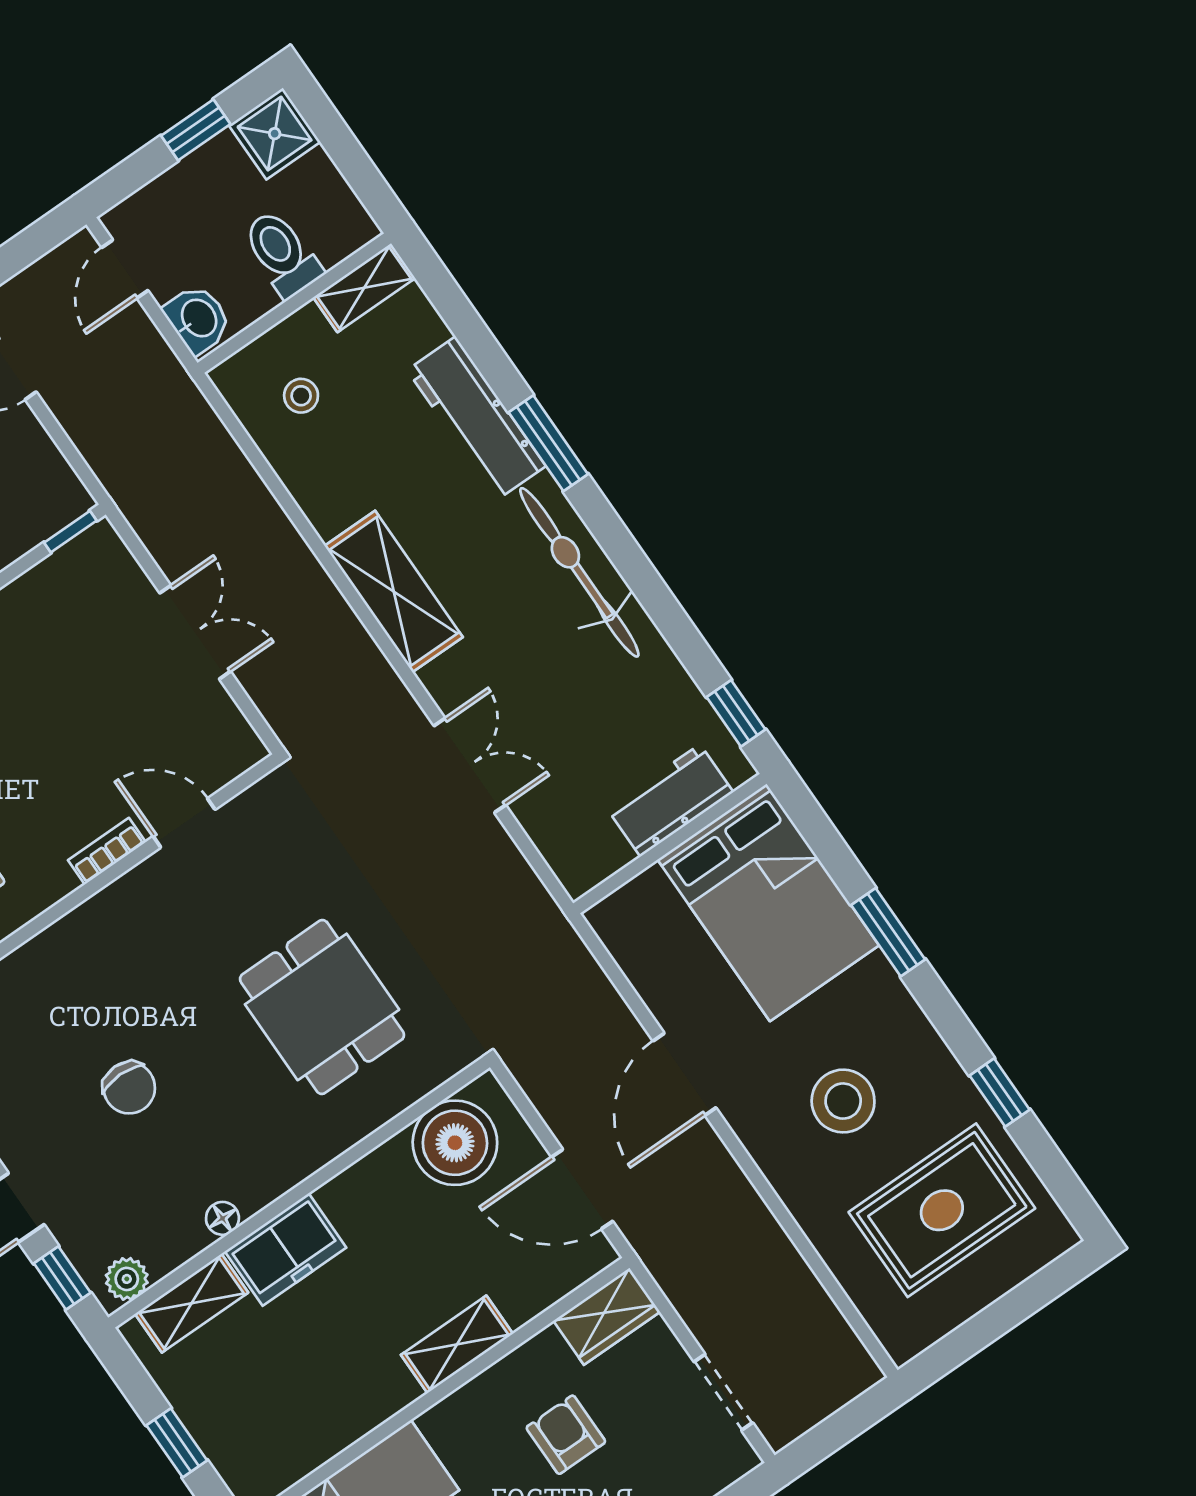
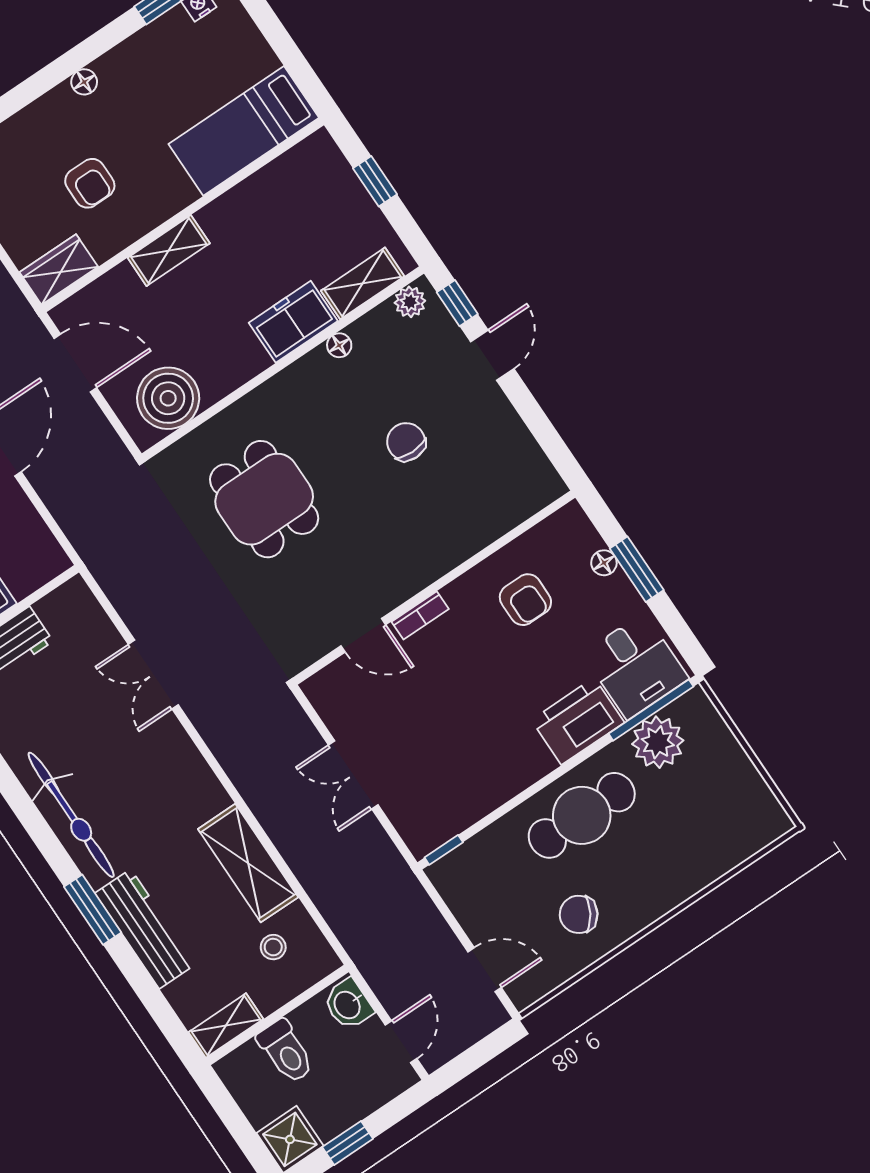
shelving: (394, 591) -> (248, 863), moved

